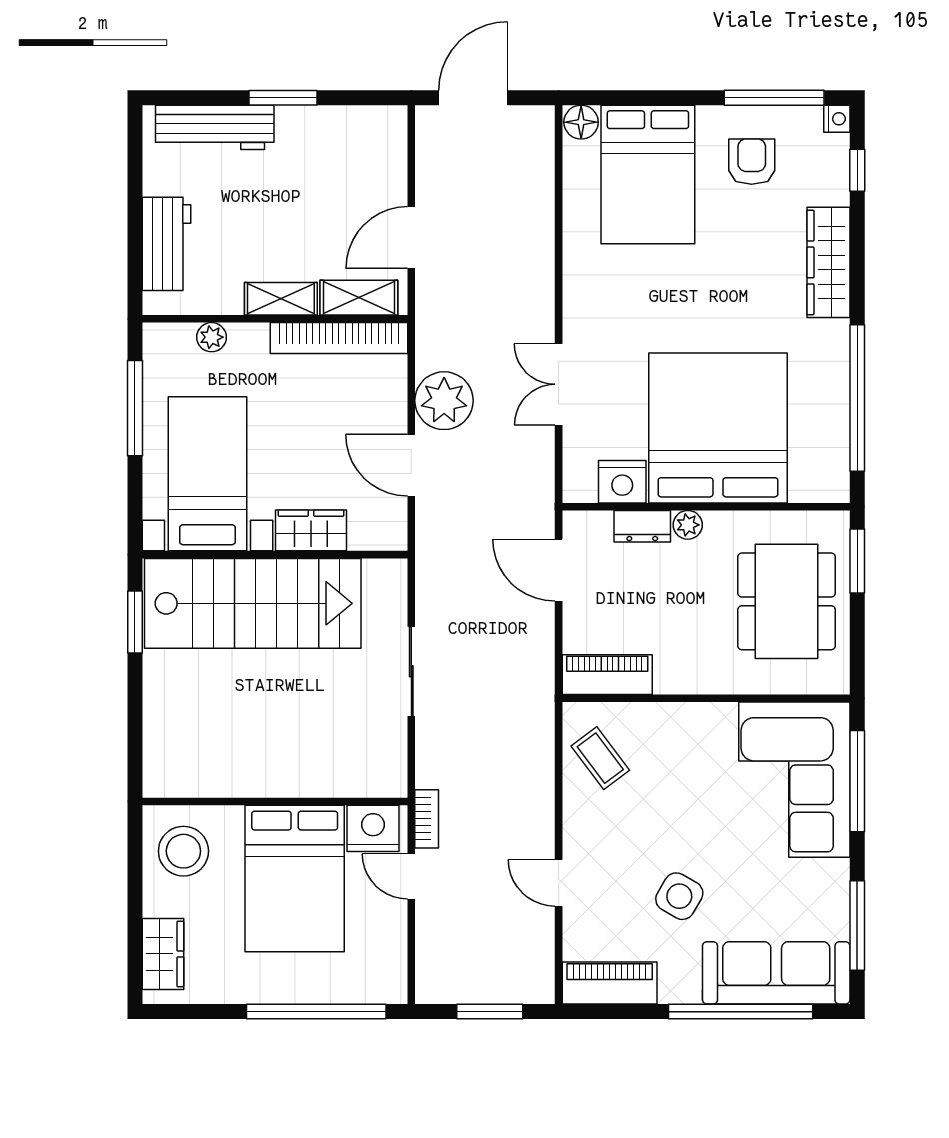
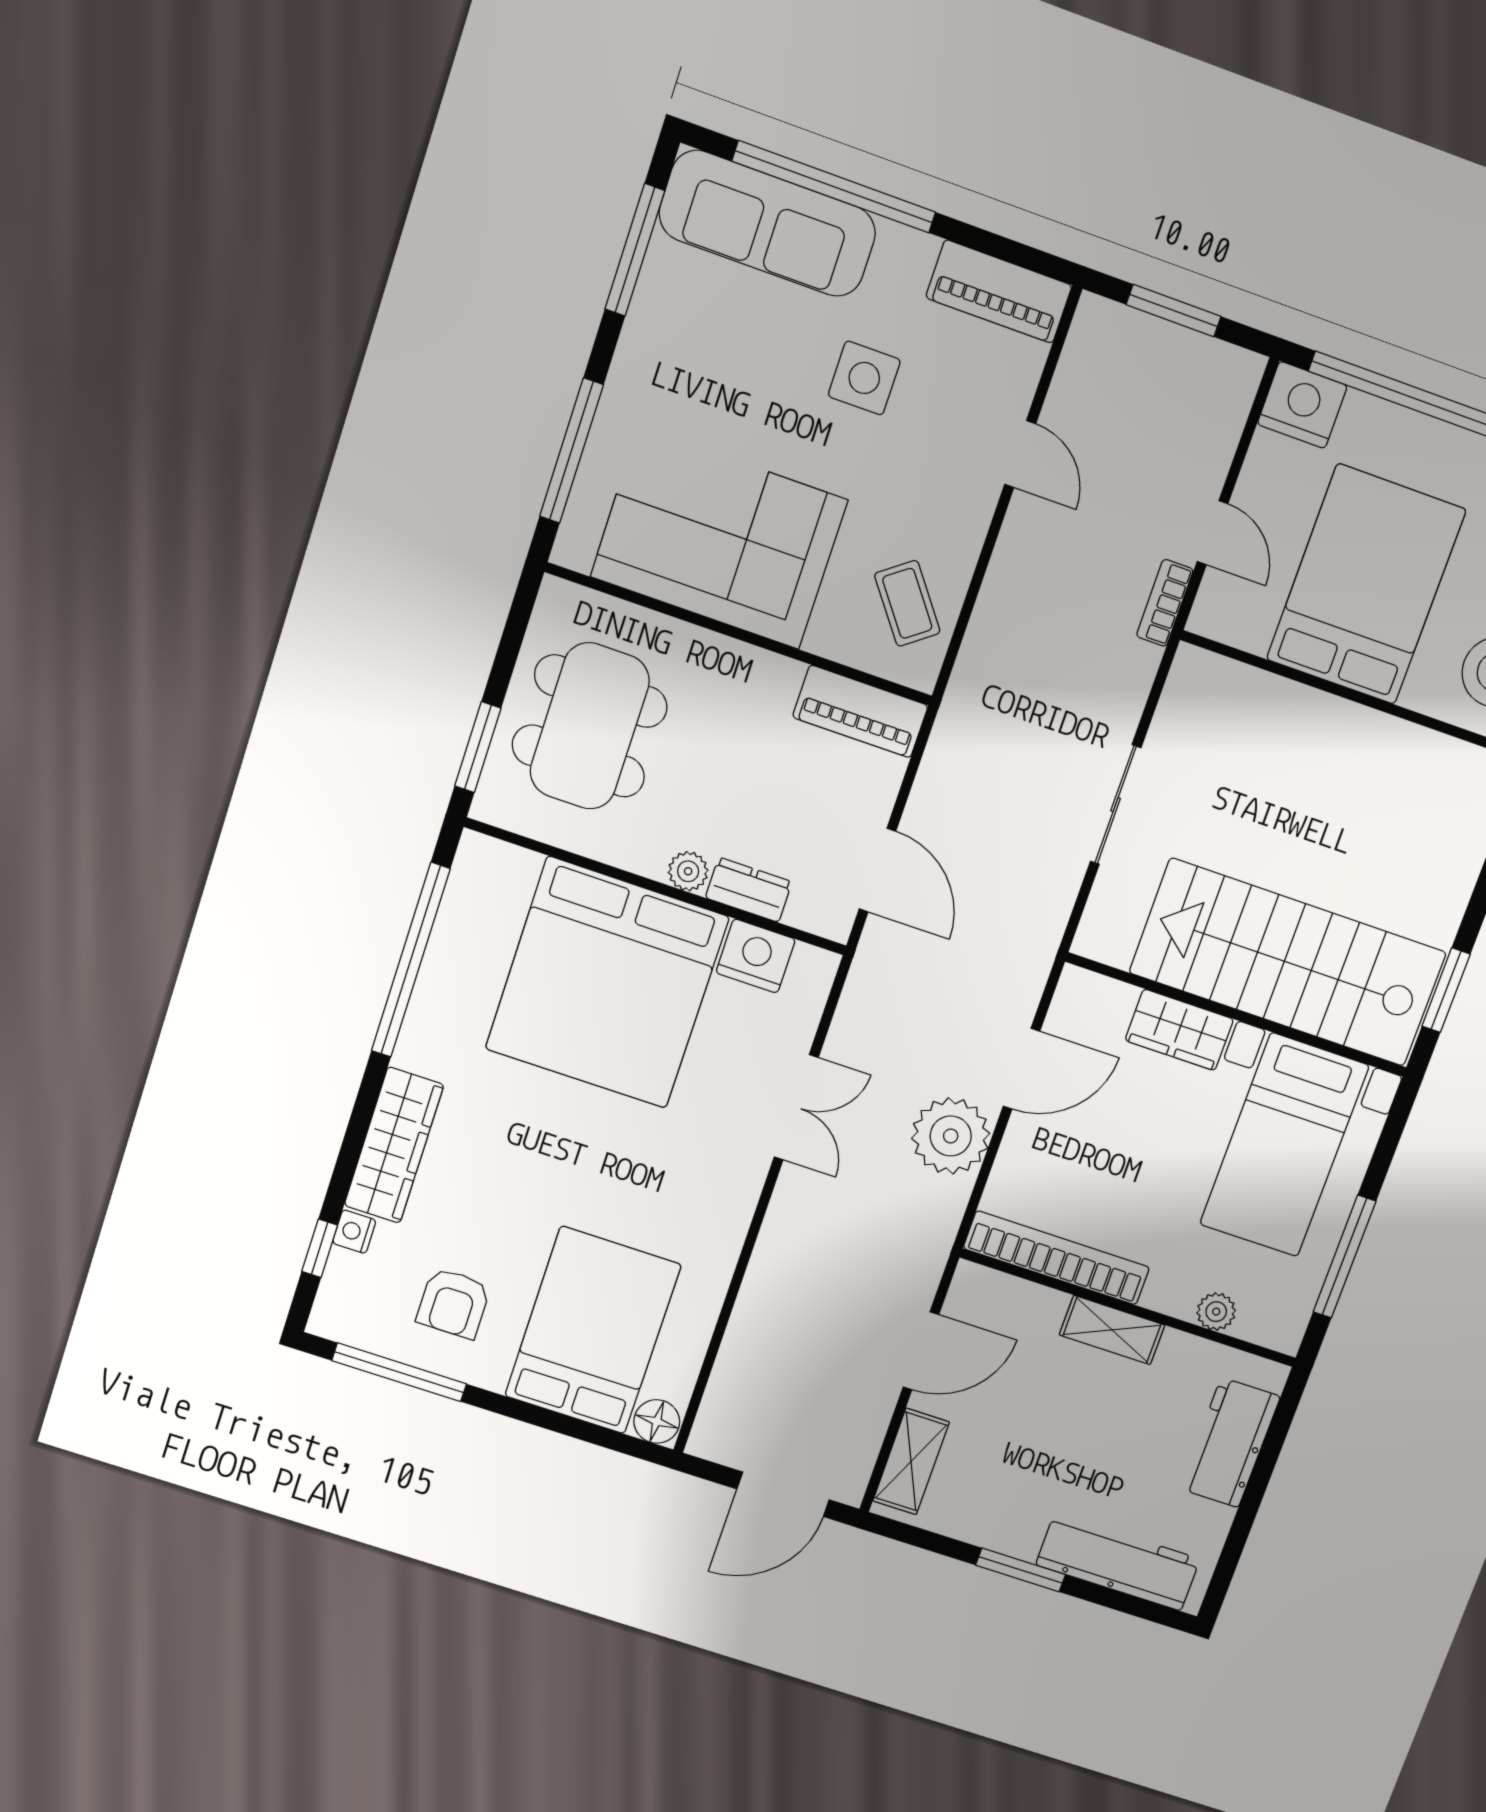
nightstand: (837, 119) -> (354, 1232), moved
shelving: (359, 298) -> (911, 1461), moved, turned 90
door: (411, 465) -> (1021, 1069), hinge flipped
corner sofa: (794, 780) -> (719, 538), moved, turned -90
nightstand: (373, 828) -> (1302, 405), moved, turned 180
side table: (679, 896) -> (864, 378), turned -30

